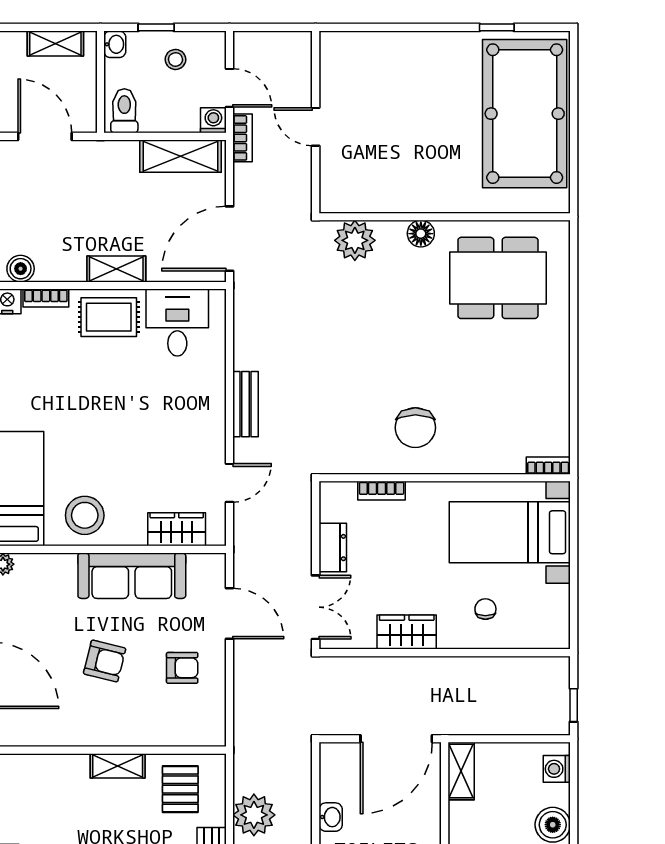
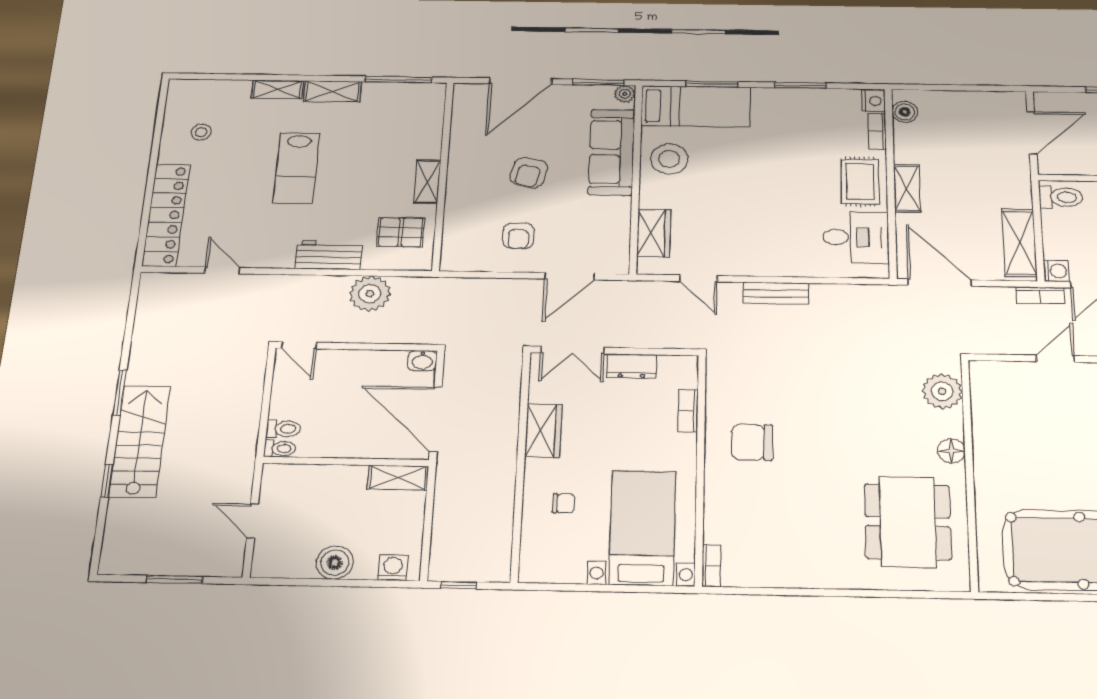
sofa: (132, 576) -> (612, 152), moved
washbasin: (331, 817) -> (422, 361), moved

